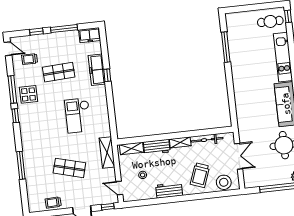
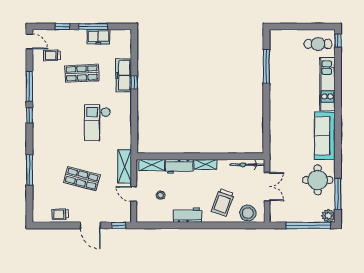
freezer: (90, 35) -> (98, 37), moved
display table: (28, 94) -> (46, 94), removed
bicycle: (207, 140) -> (247, 165), moved
door: (119, 188) -> (134, 194), moved

